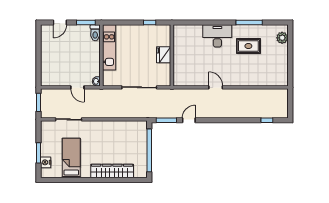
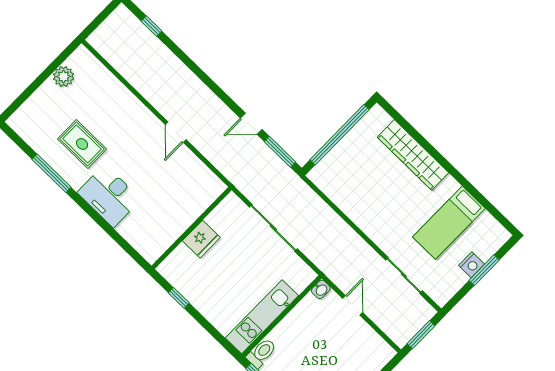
plant: (282, 38) -> (64, 77), moved
nightstand: (46, 162) -> (472, 265), moved

